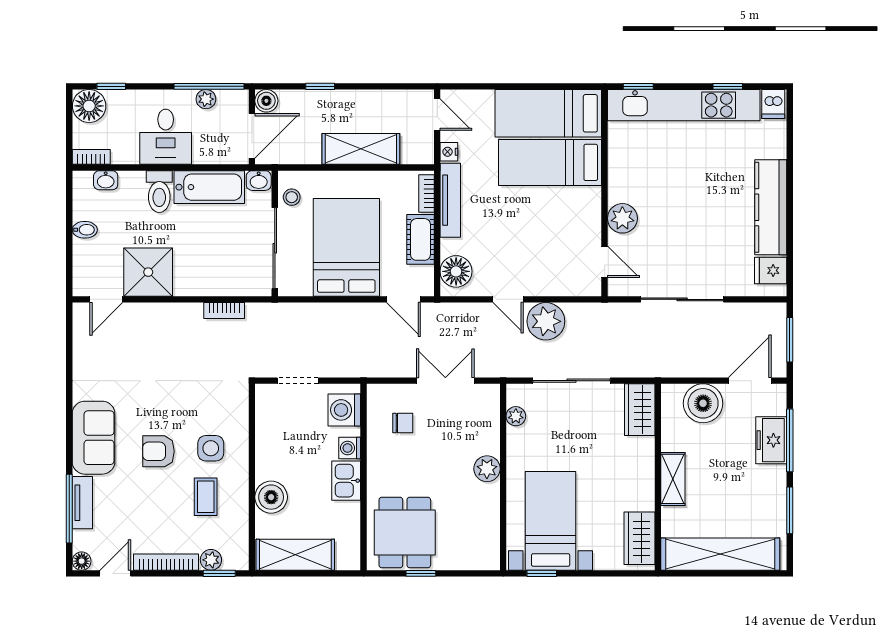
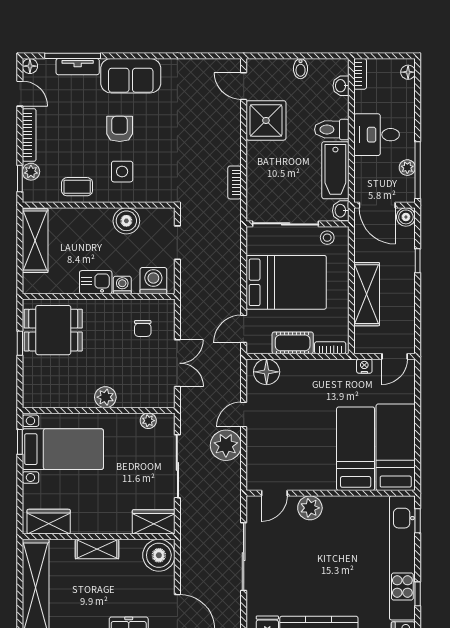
window: (111, 86) -> (418, 90), removed
floor lamp: (89, 106) -> (408, 72), width x0.53, depth x0.53
tv unit: (450, 200) -> (325, 367), removed
boiler: (703, 403) -> (159, 555), moved
coffee table: (206, 497) -> (77, 187), moved
boiler: (271, 497) -> (126, 221), moved

